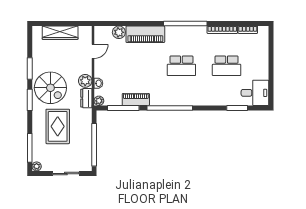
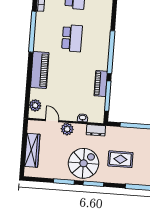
plant: (119, 32) -> (35, 105), moved
plant: (85, 81) -> (67, 129), moved
plant: (99, 101) -> (99, 118), removed
rug: (58, 126) -> (120, 159), width x0.73, depth x0.70

